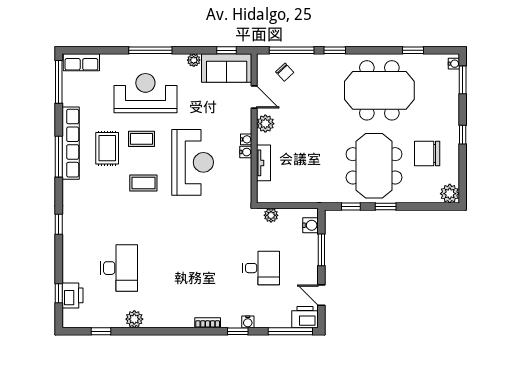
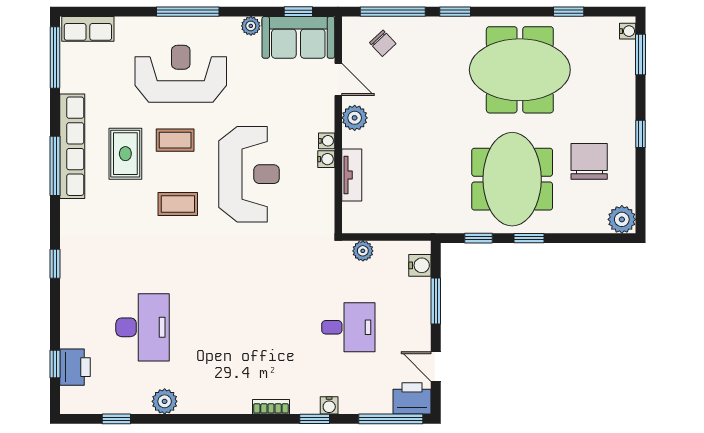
chair: (427, 154) -> (589, 161), turned 90

